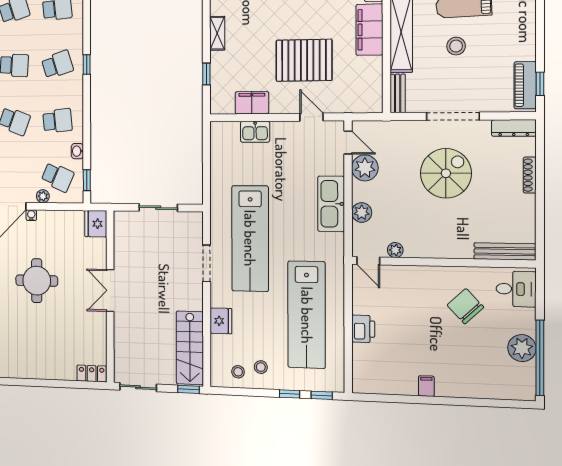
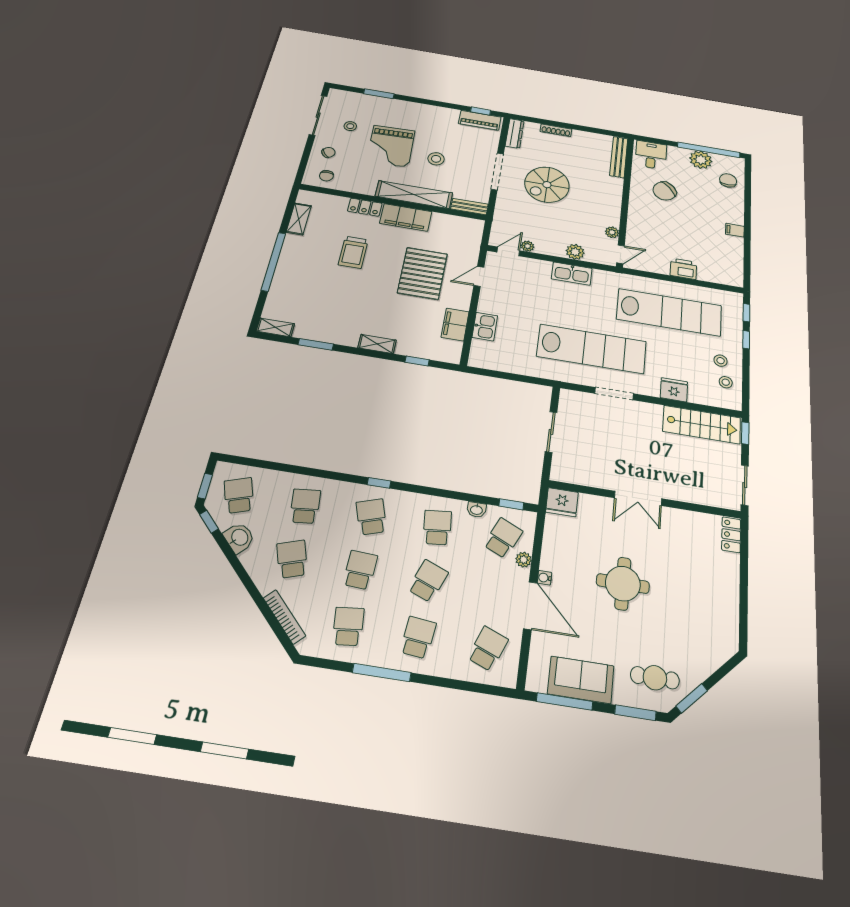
plant: (365, 168) -> (528, 246), width x0.53, depth x0.53
spiral stairs: (446, 173) -> (547, 185), turned -90
kitchen sink: (331, 204) -> (572, 274), width x0.73, depth x0.81
chair: (497, 380) -> (728, 180), added

